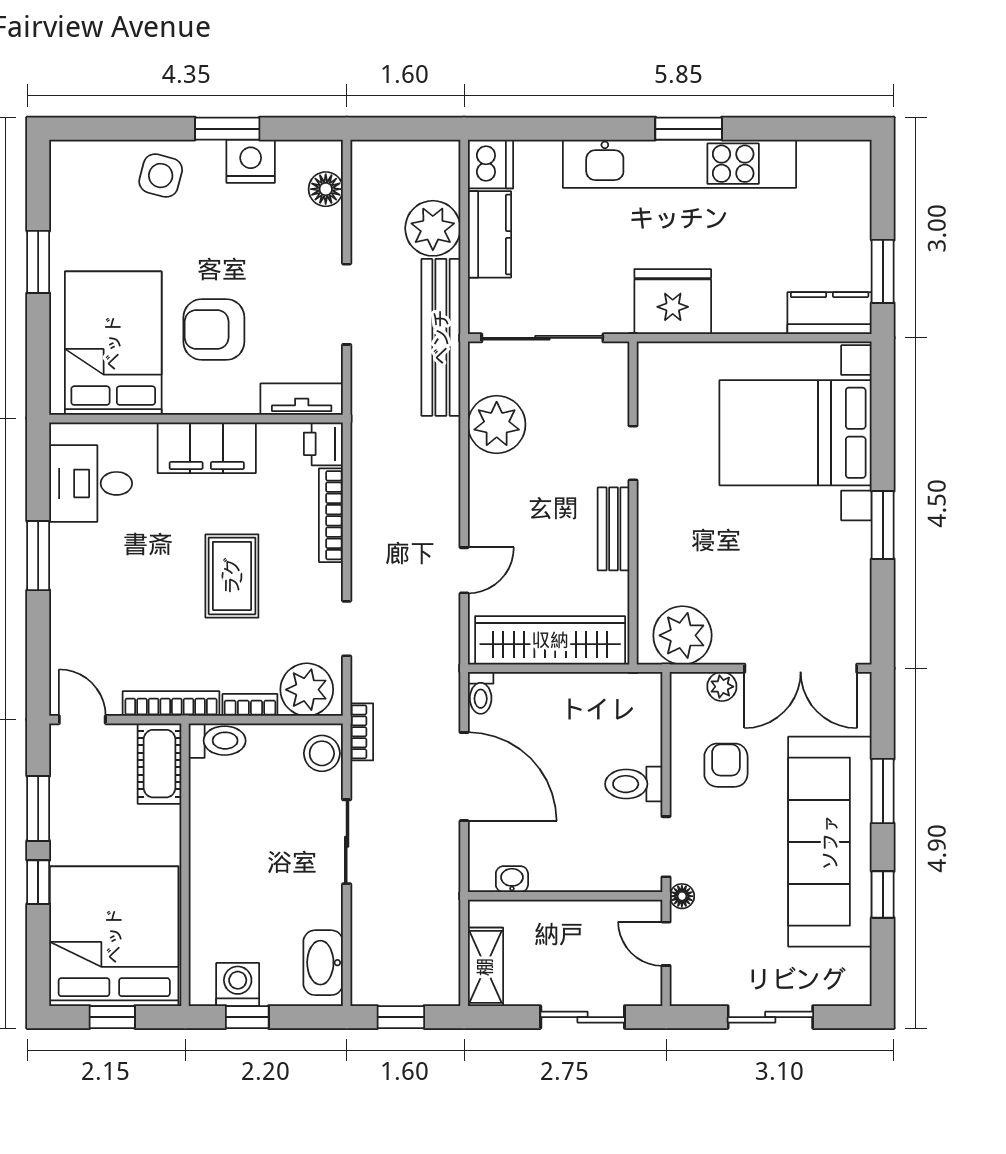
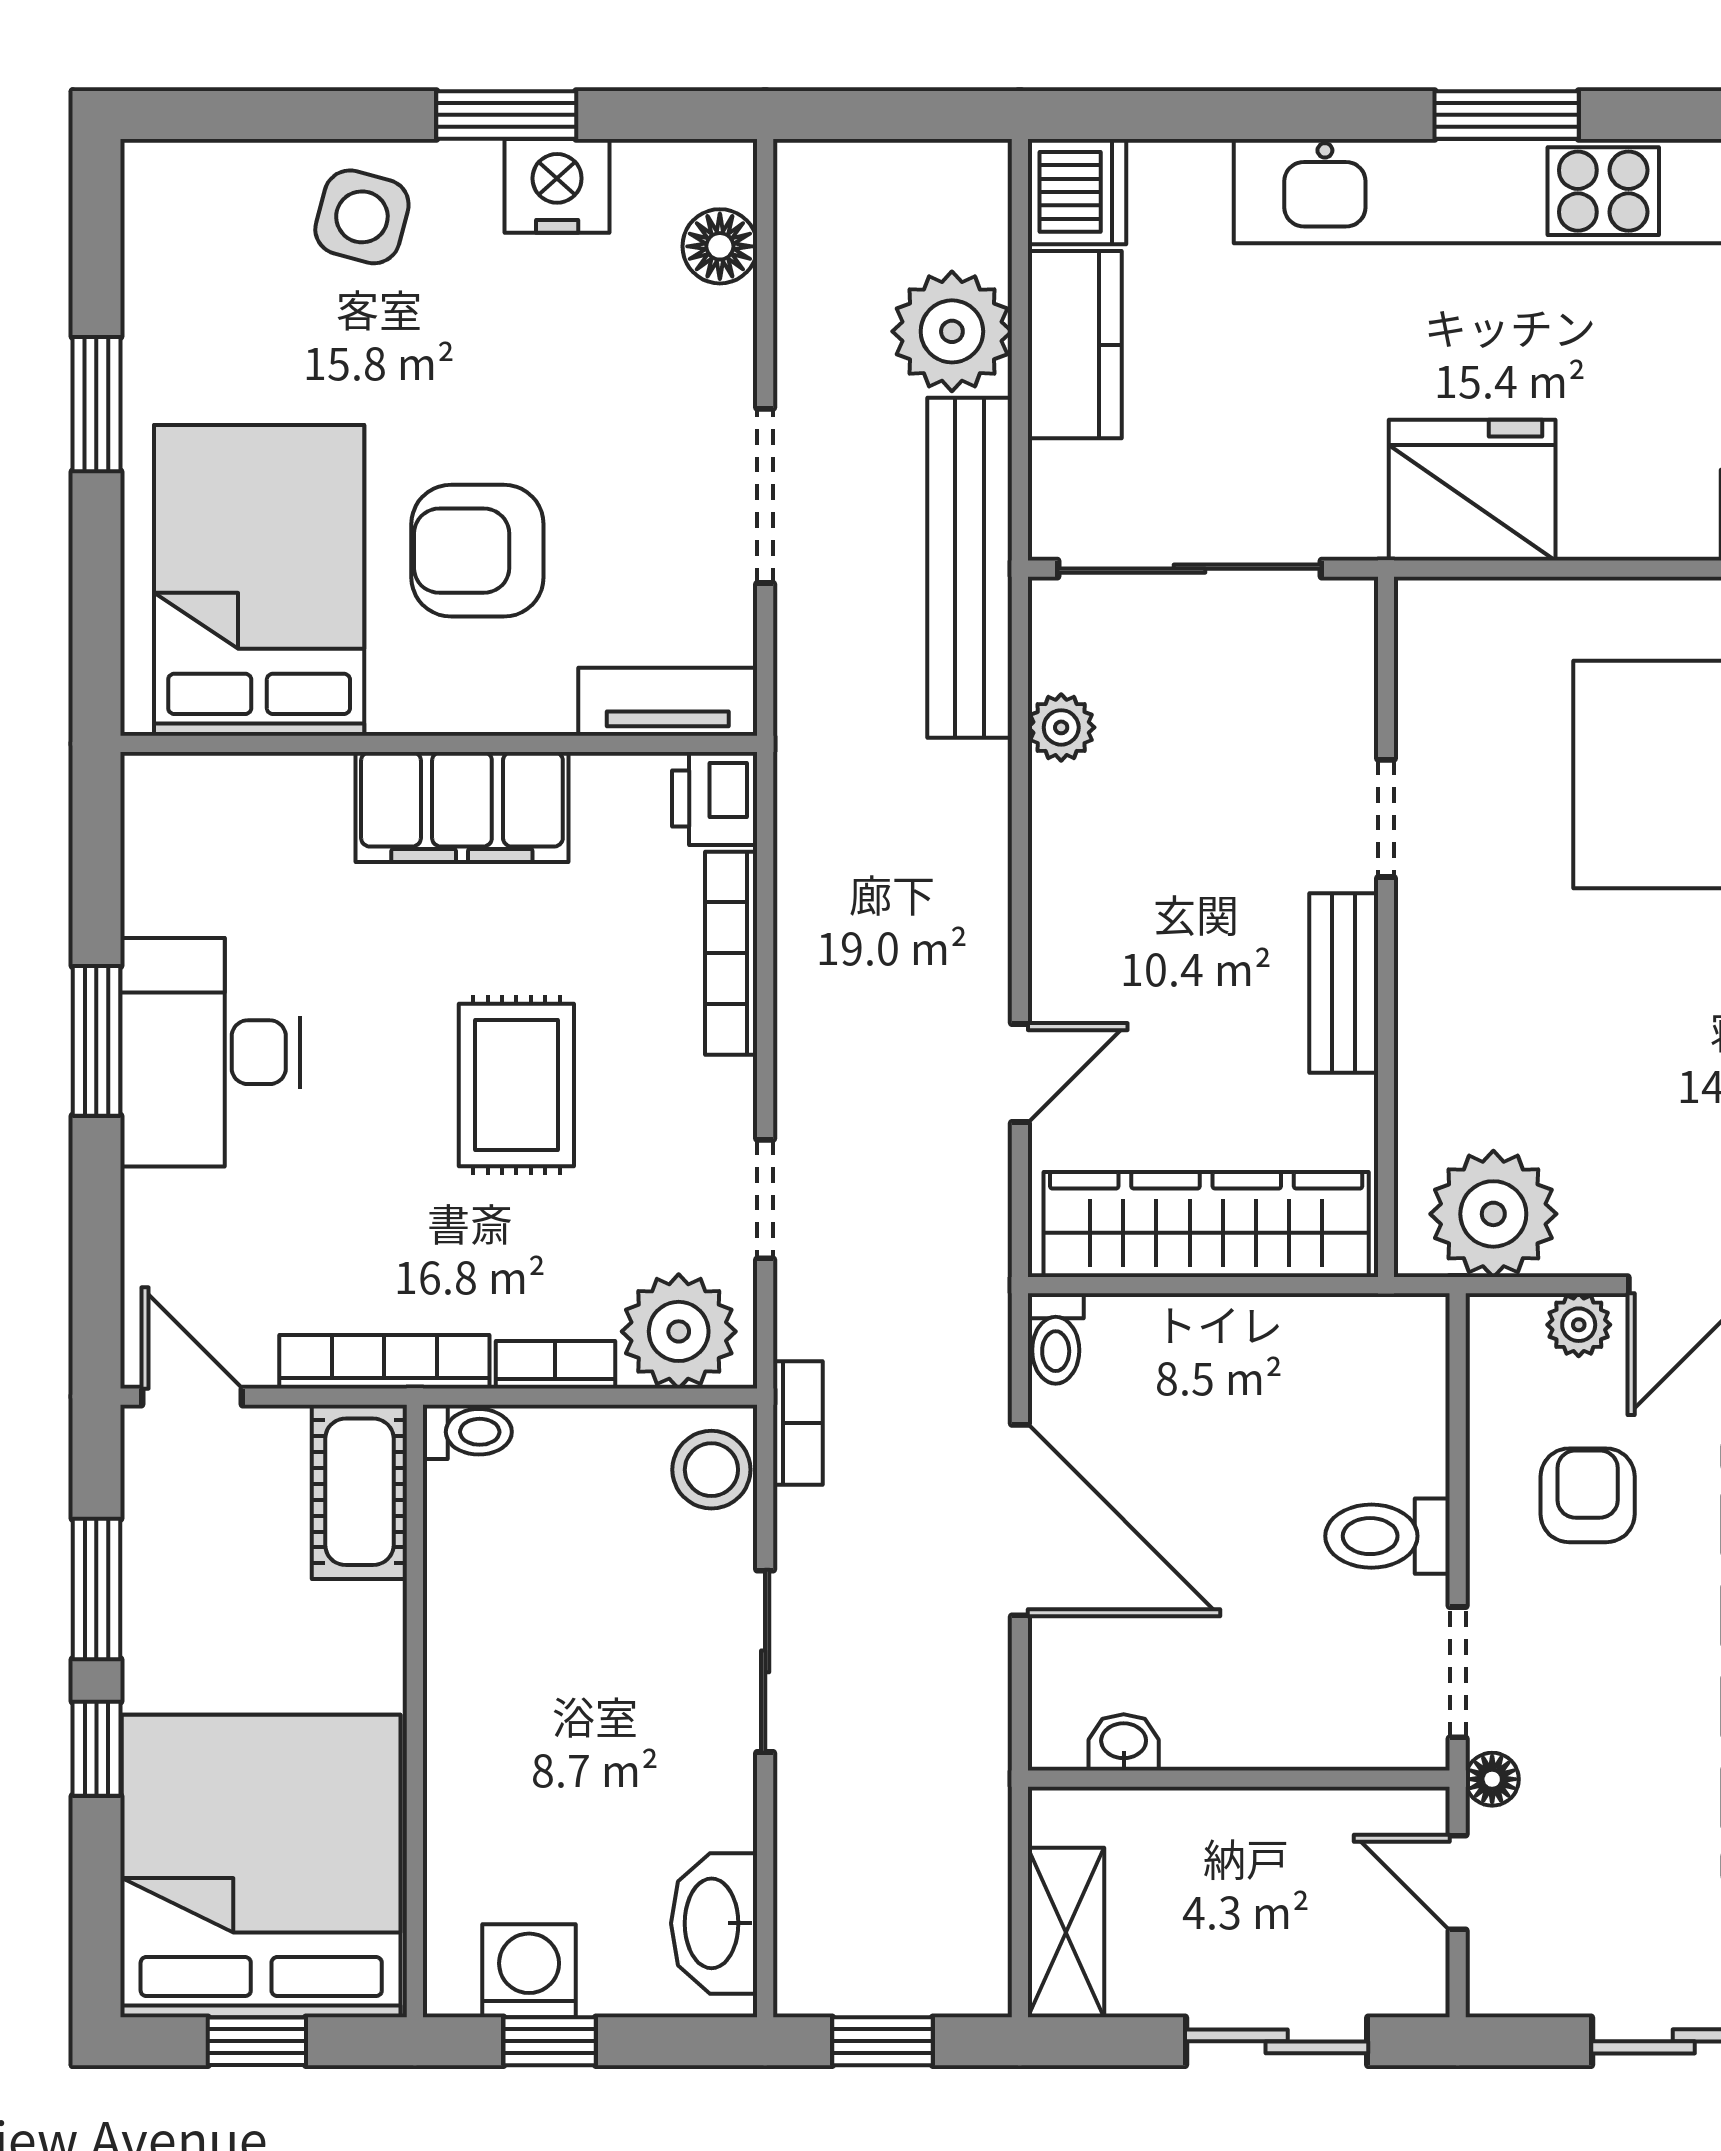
plant: (497, 424) -> (1061, 727), width x0.53, depth x0.53
desk: (91, 483) -> (210, 1052), moved, width x1.37
toilet: (217, 741) -> (467, 1432), width x0.73, depth x0.72

